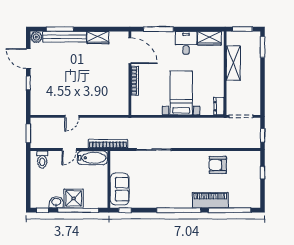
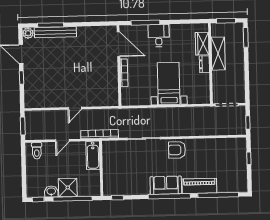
wardrobe: (98, 38) -> (87, 32), removed
wardrobe: (209, 38) -> (202, 44), moved, turned 90
desk: (186, 43) -> (159, 36), moved
dresser: (219, 106) -> (204, 64), moved
door: (72, 116) -> (75, 108), moved
bathtub: (92, 158) -> (93, 155), moved, turned 90
armchair: (218, 165) -> (177, 150), moved
sofa: (120, 189) -> (166, 185), moved, turned -90

